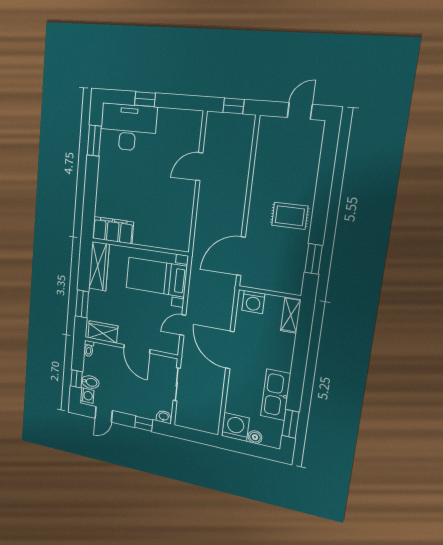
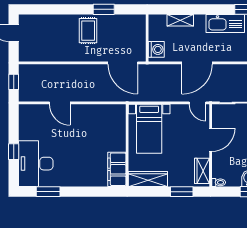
window: (314, 259) -> (104, 9), moved
shelving: (291, 315) -> (180, 20), moved
door: (183, 325) -> (197, 103), moved

